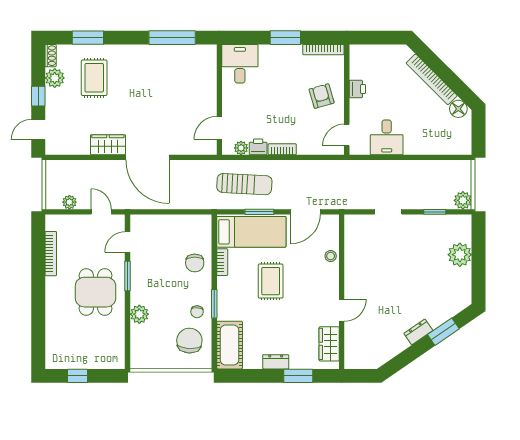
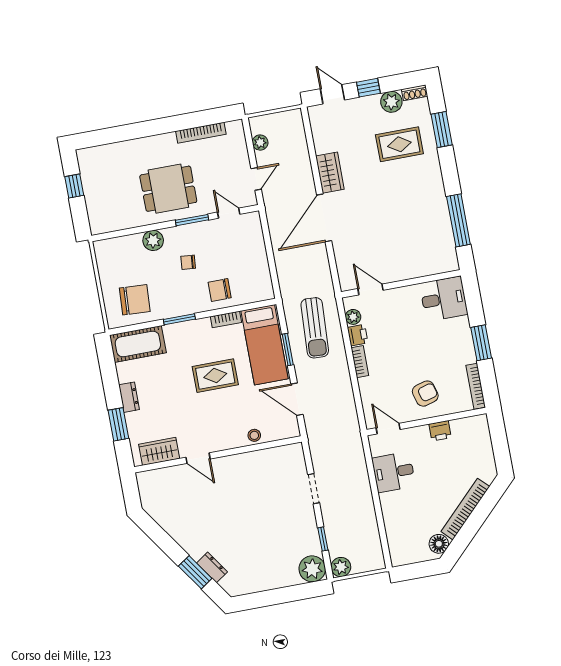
plant: (460, 255) -> (312, 569), moved
chair: (197, 312) -> (188, 262), moved
dresser: (418, 332) -> (212, 567), moved

